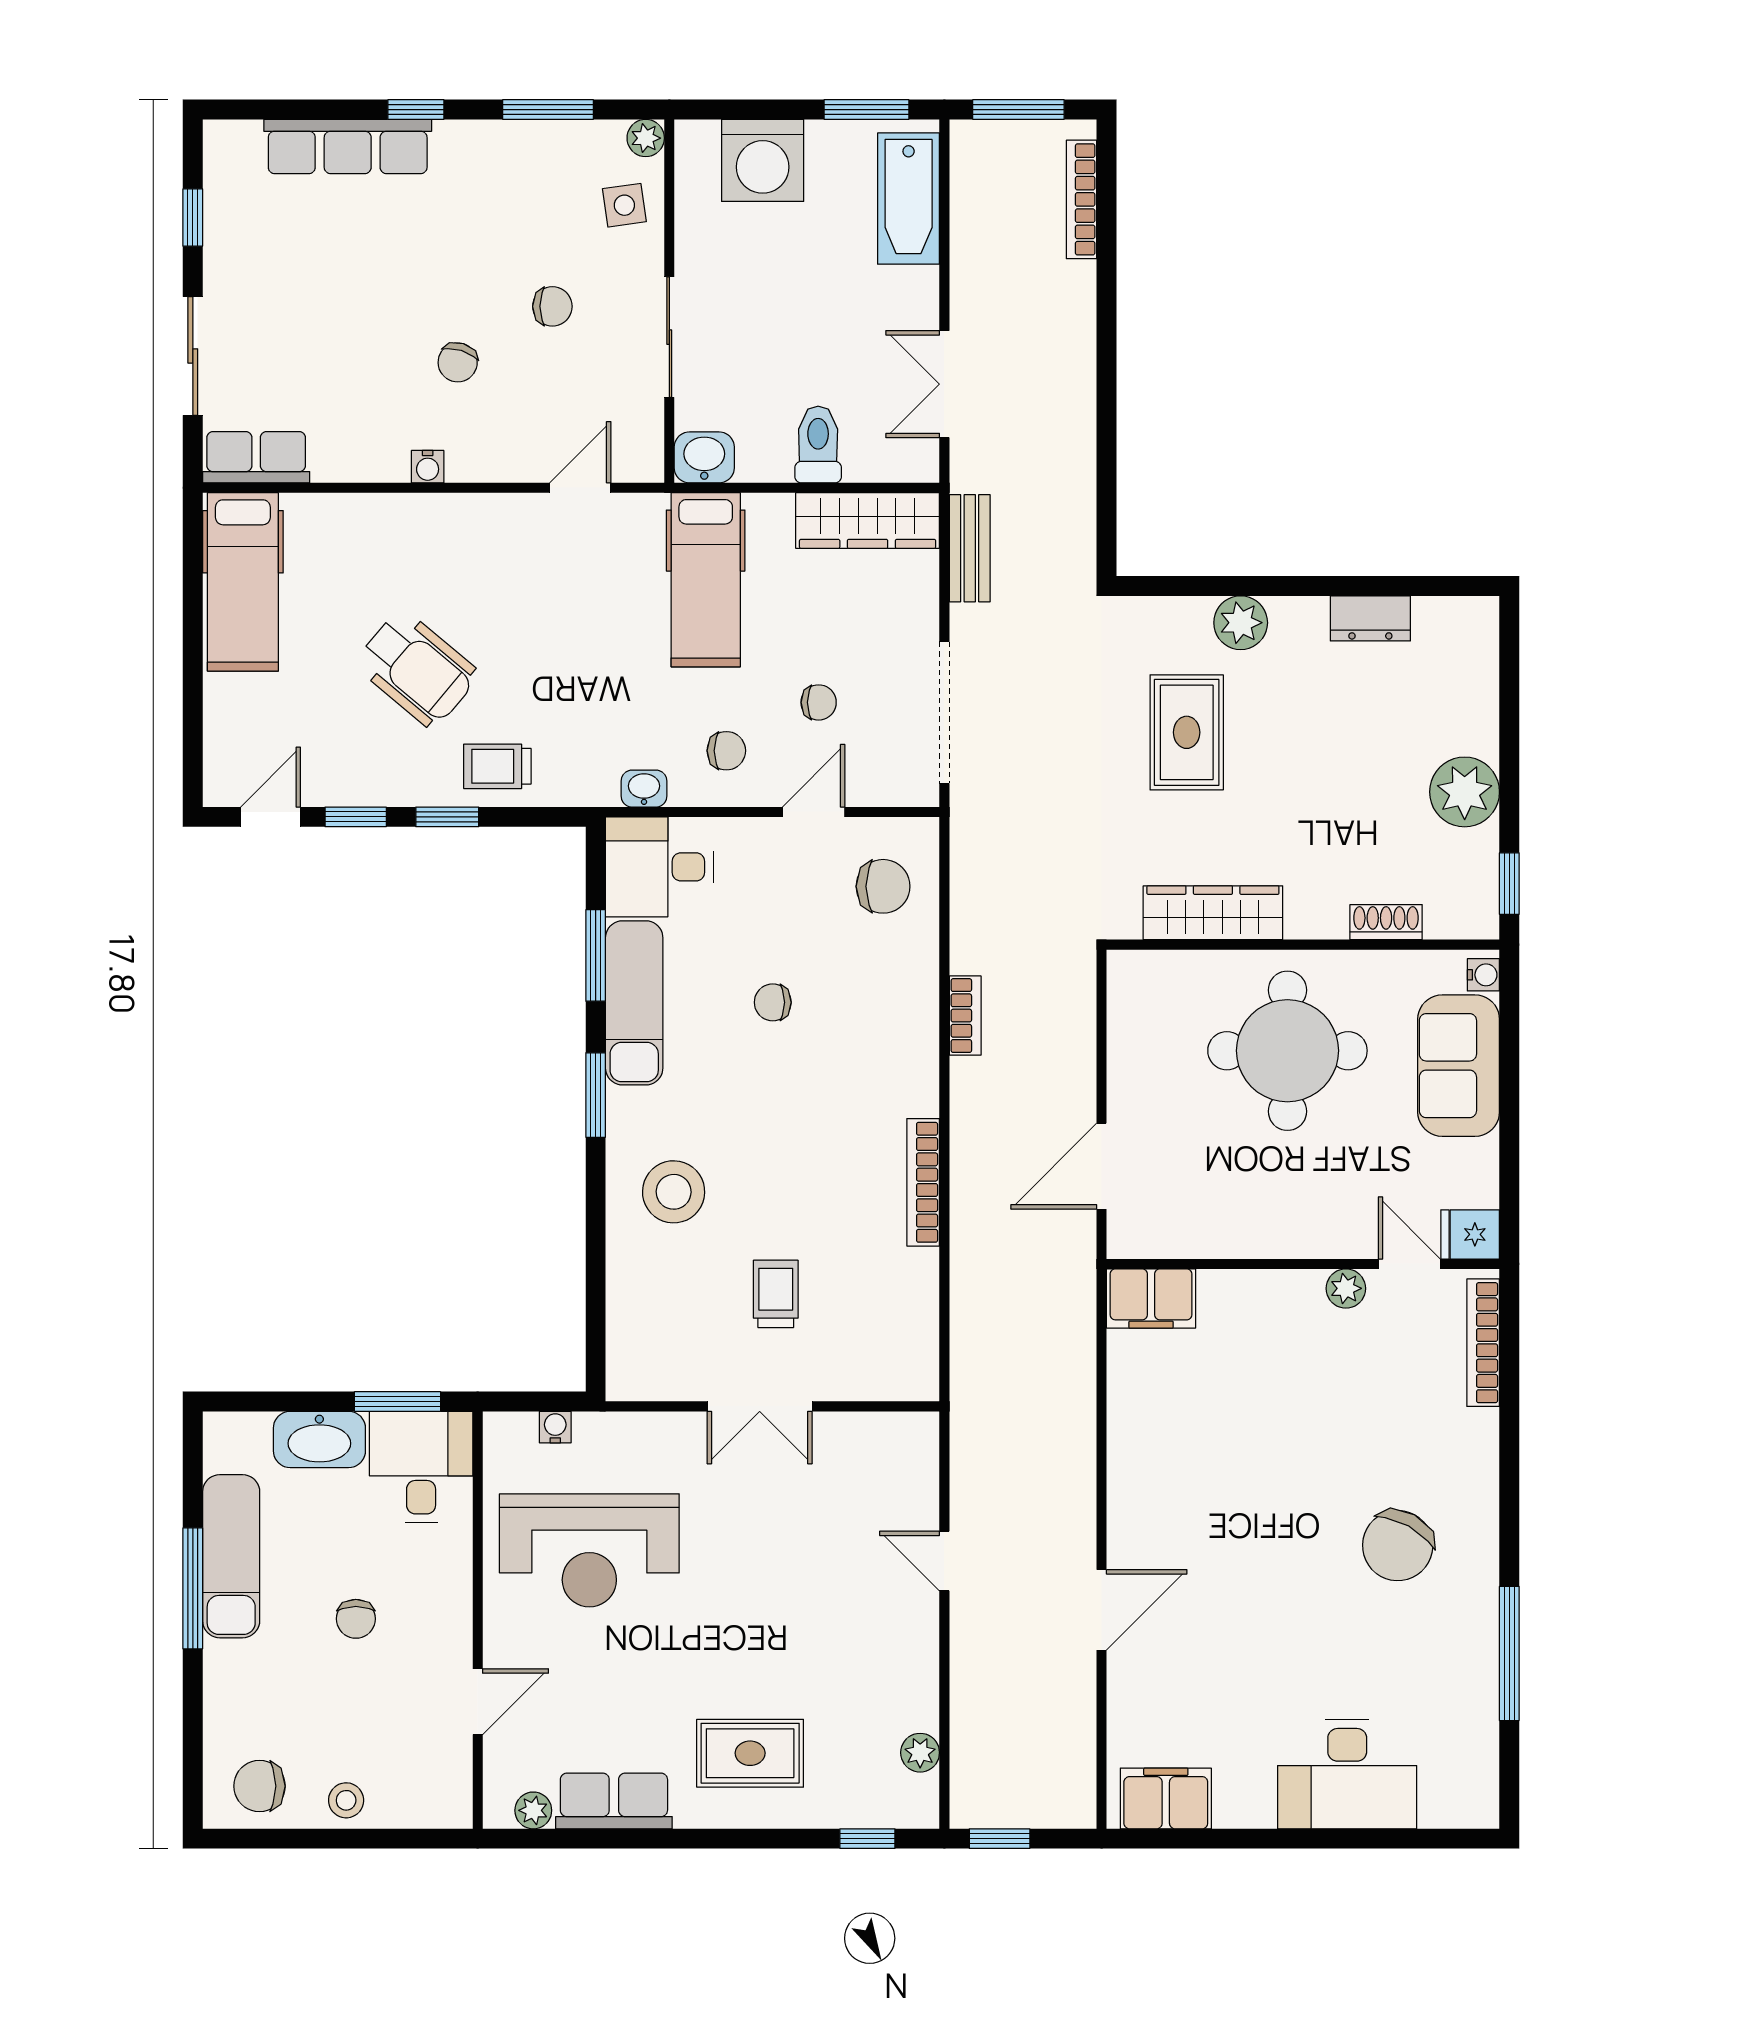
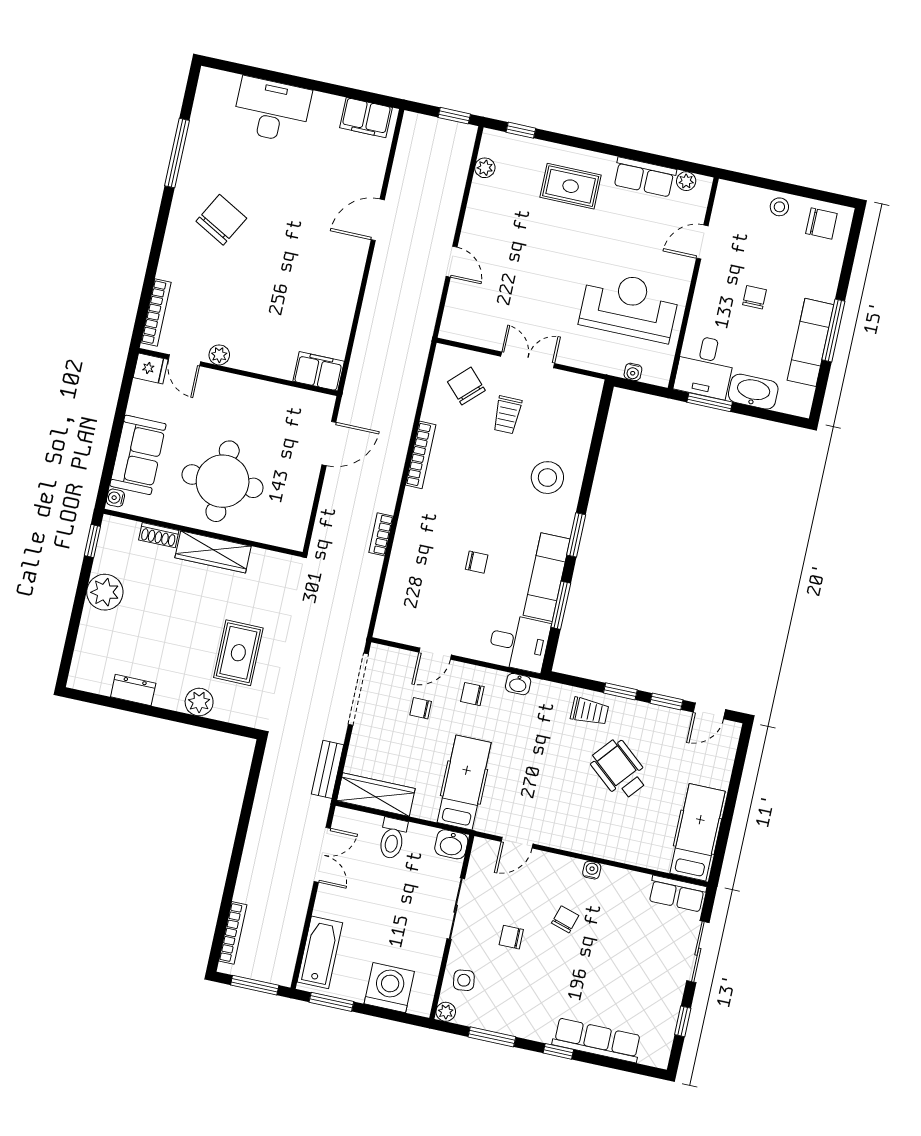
chair: (883, 886) -> (466, 386), moved, turned 46
wardrobe: (1213, 913) -> (213, 552), moved

